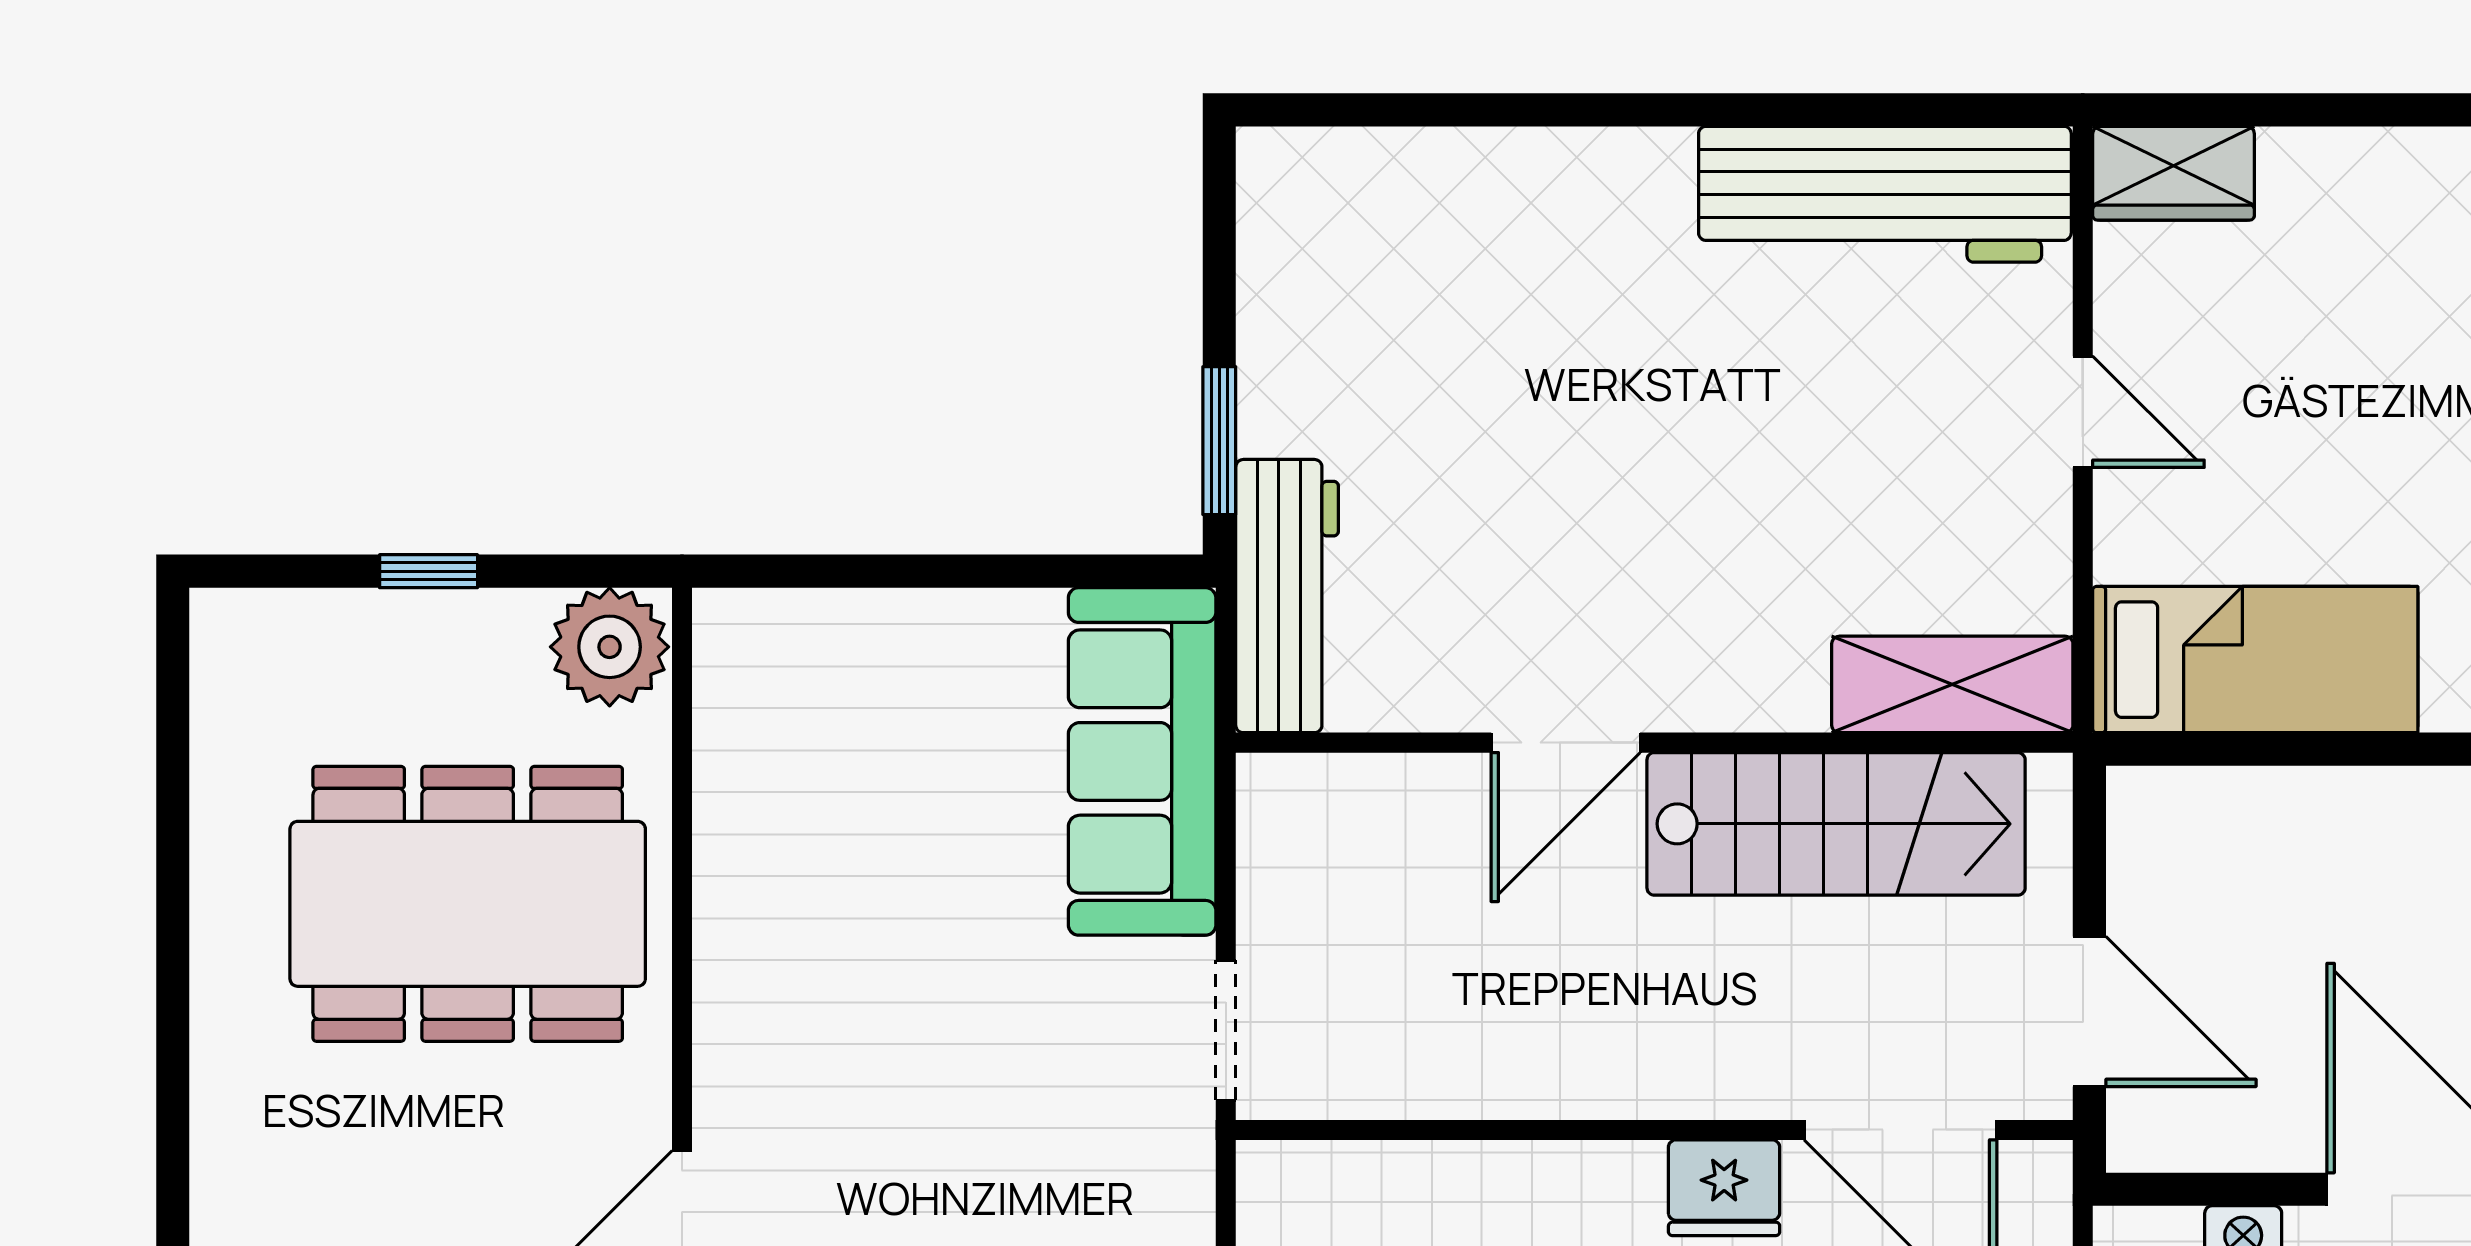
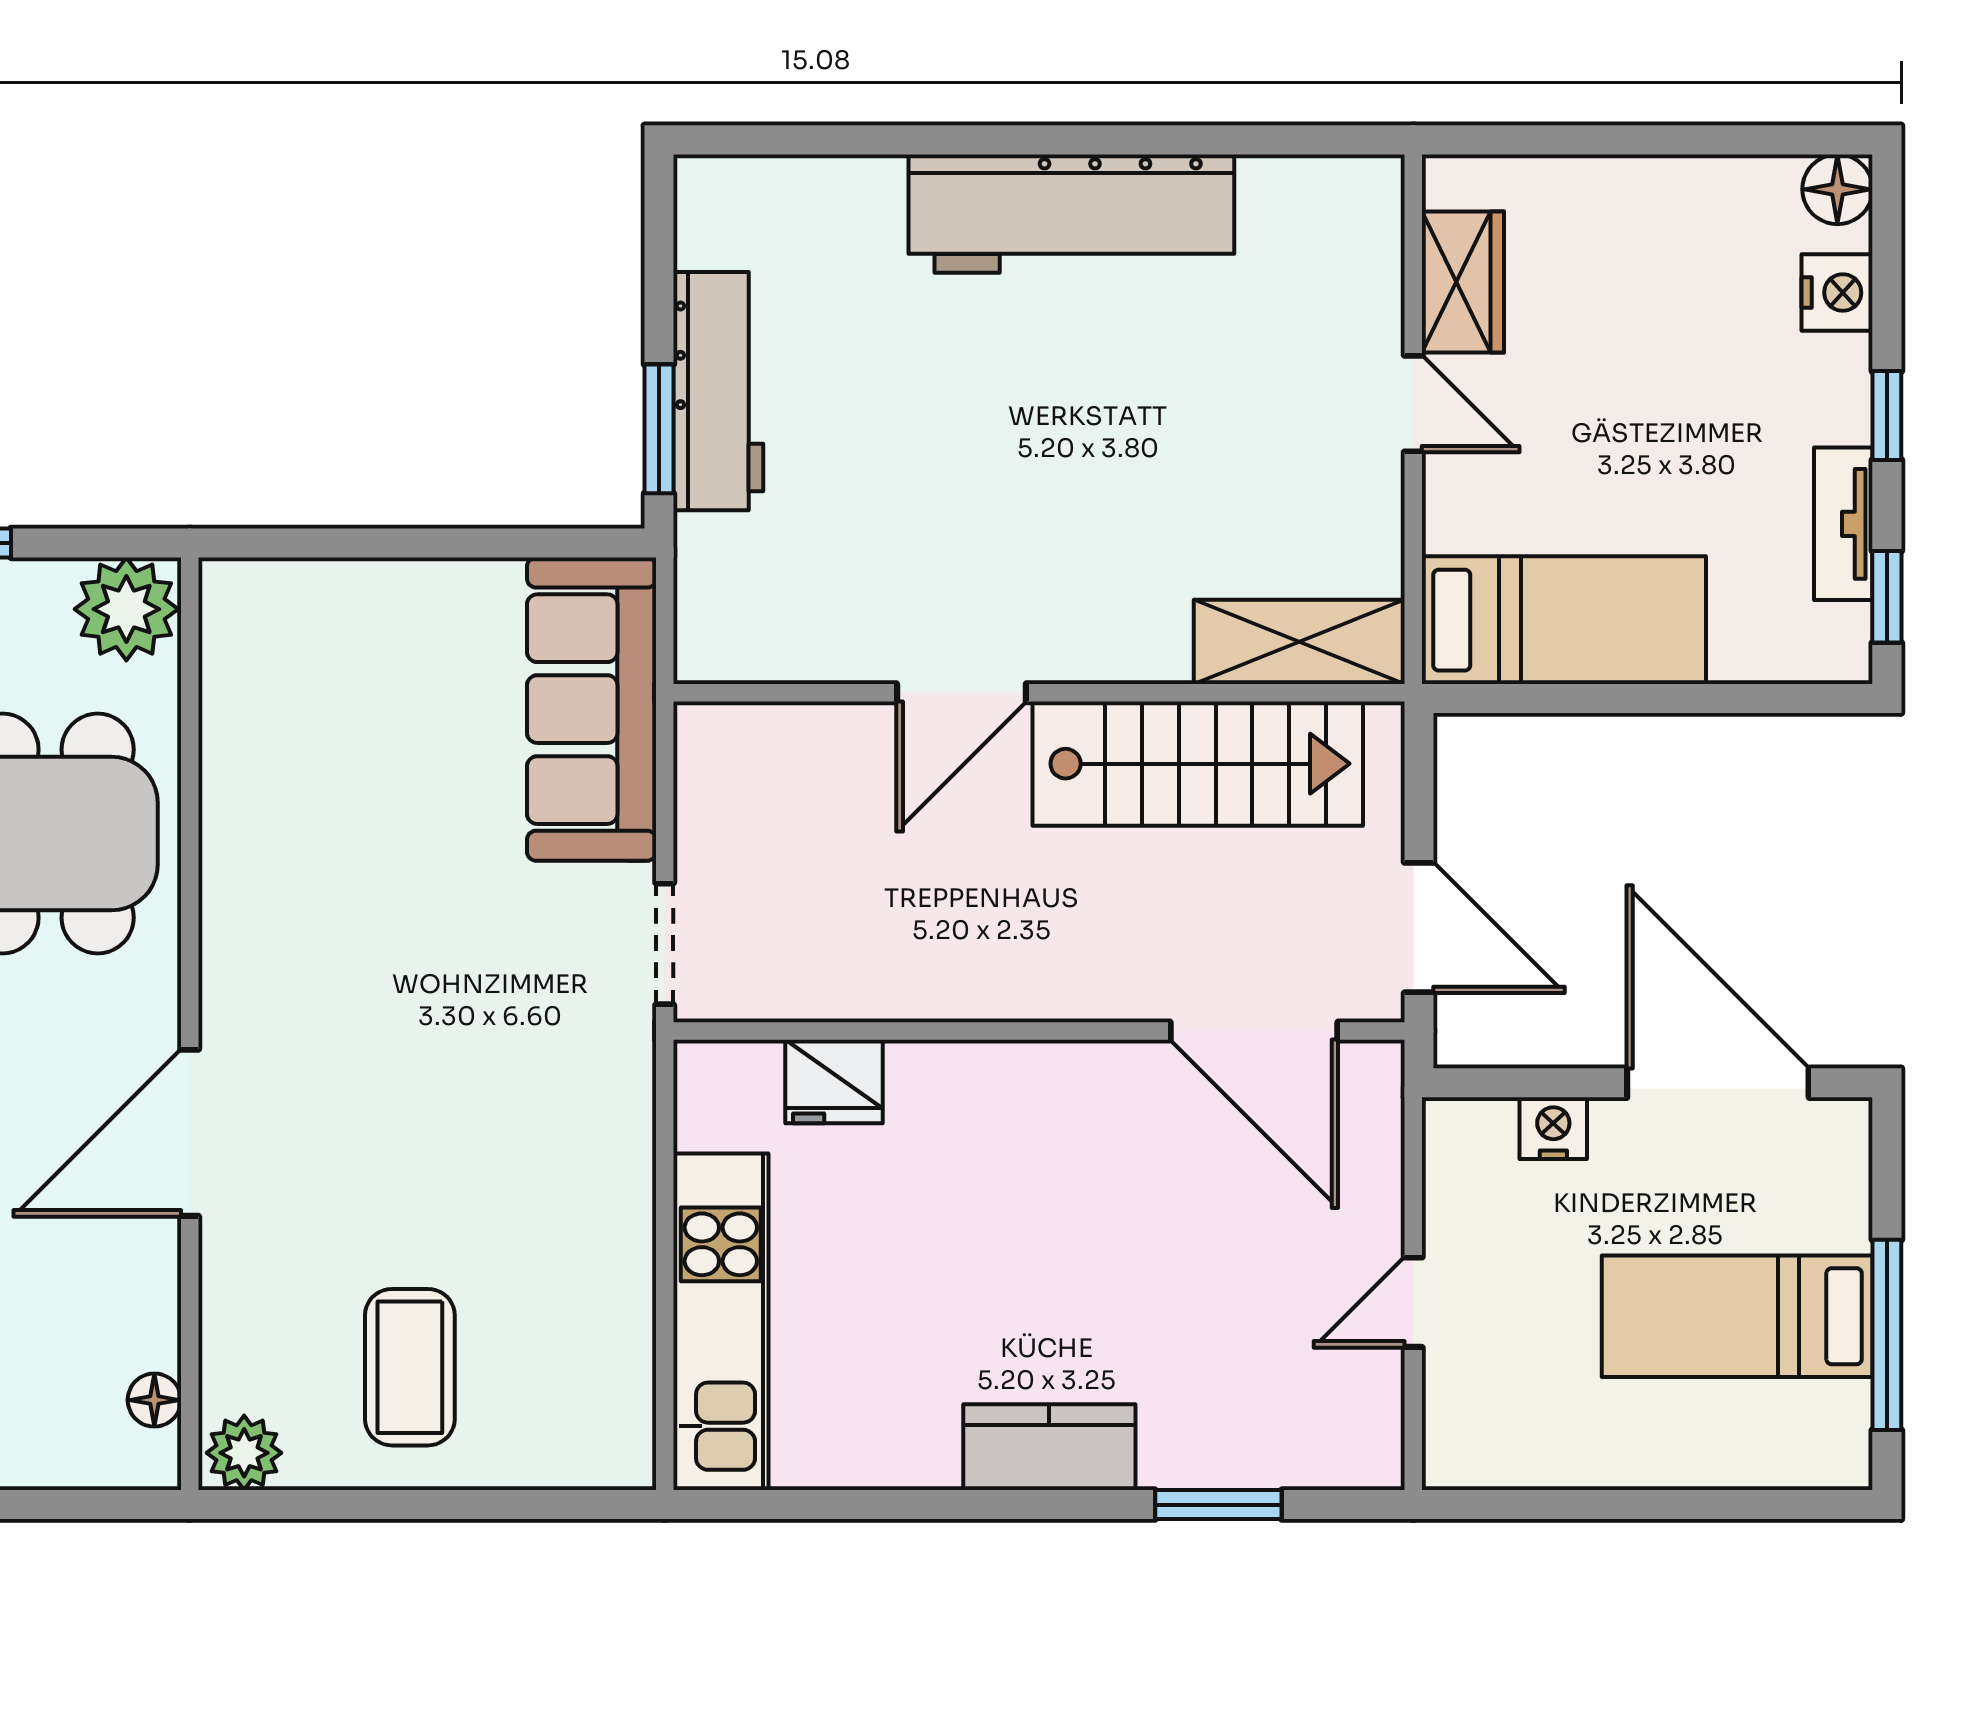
wardrobe: (2174, 173) -> (1463, 282), moved, turned -90
workbench: (1885, 194) -> (1071, 214), moved
workbench: (1287, 596) -> (718, 391), moved
fridge: (1724, 1188) -> (834, 1081), moved

